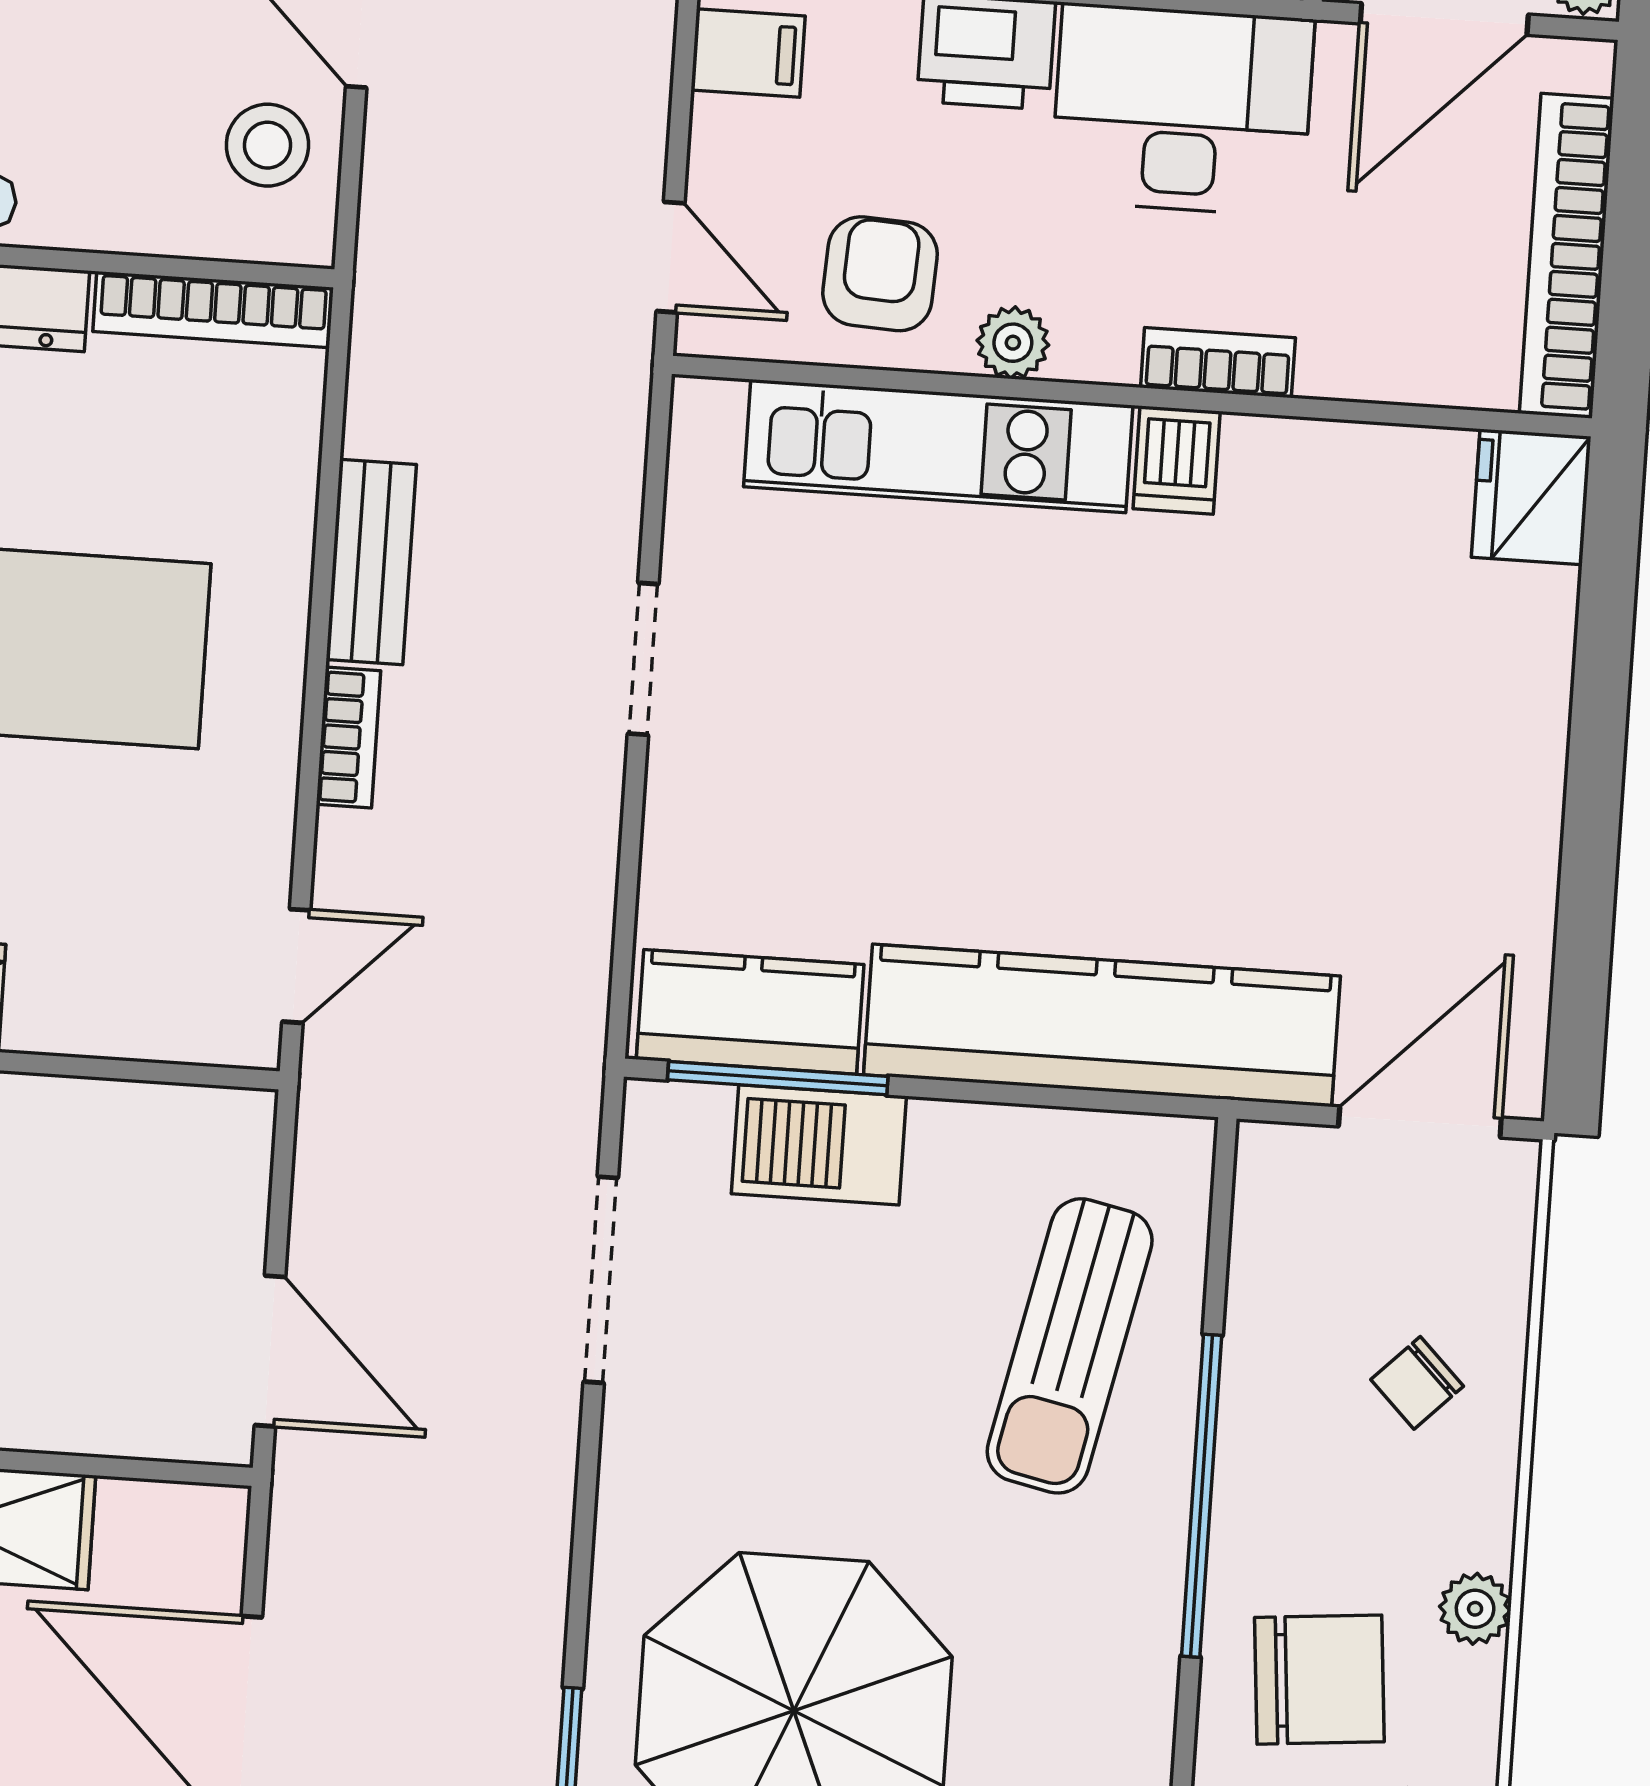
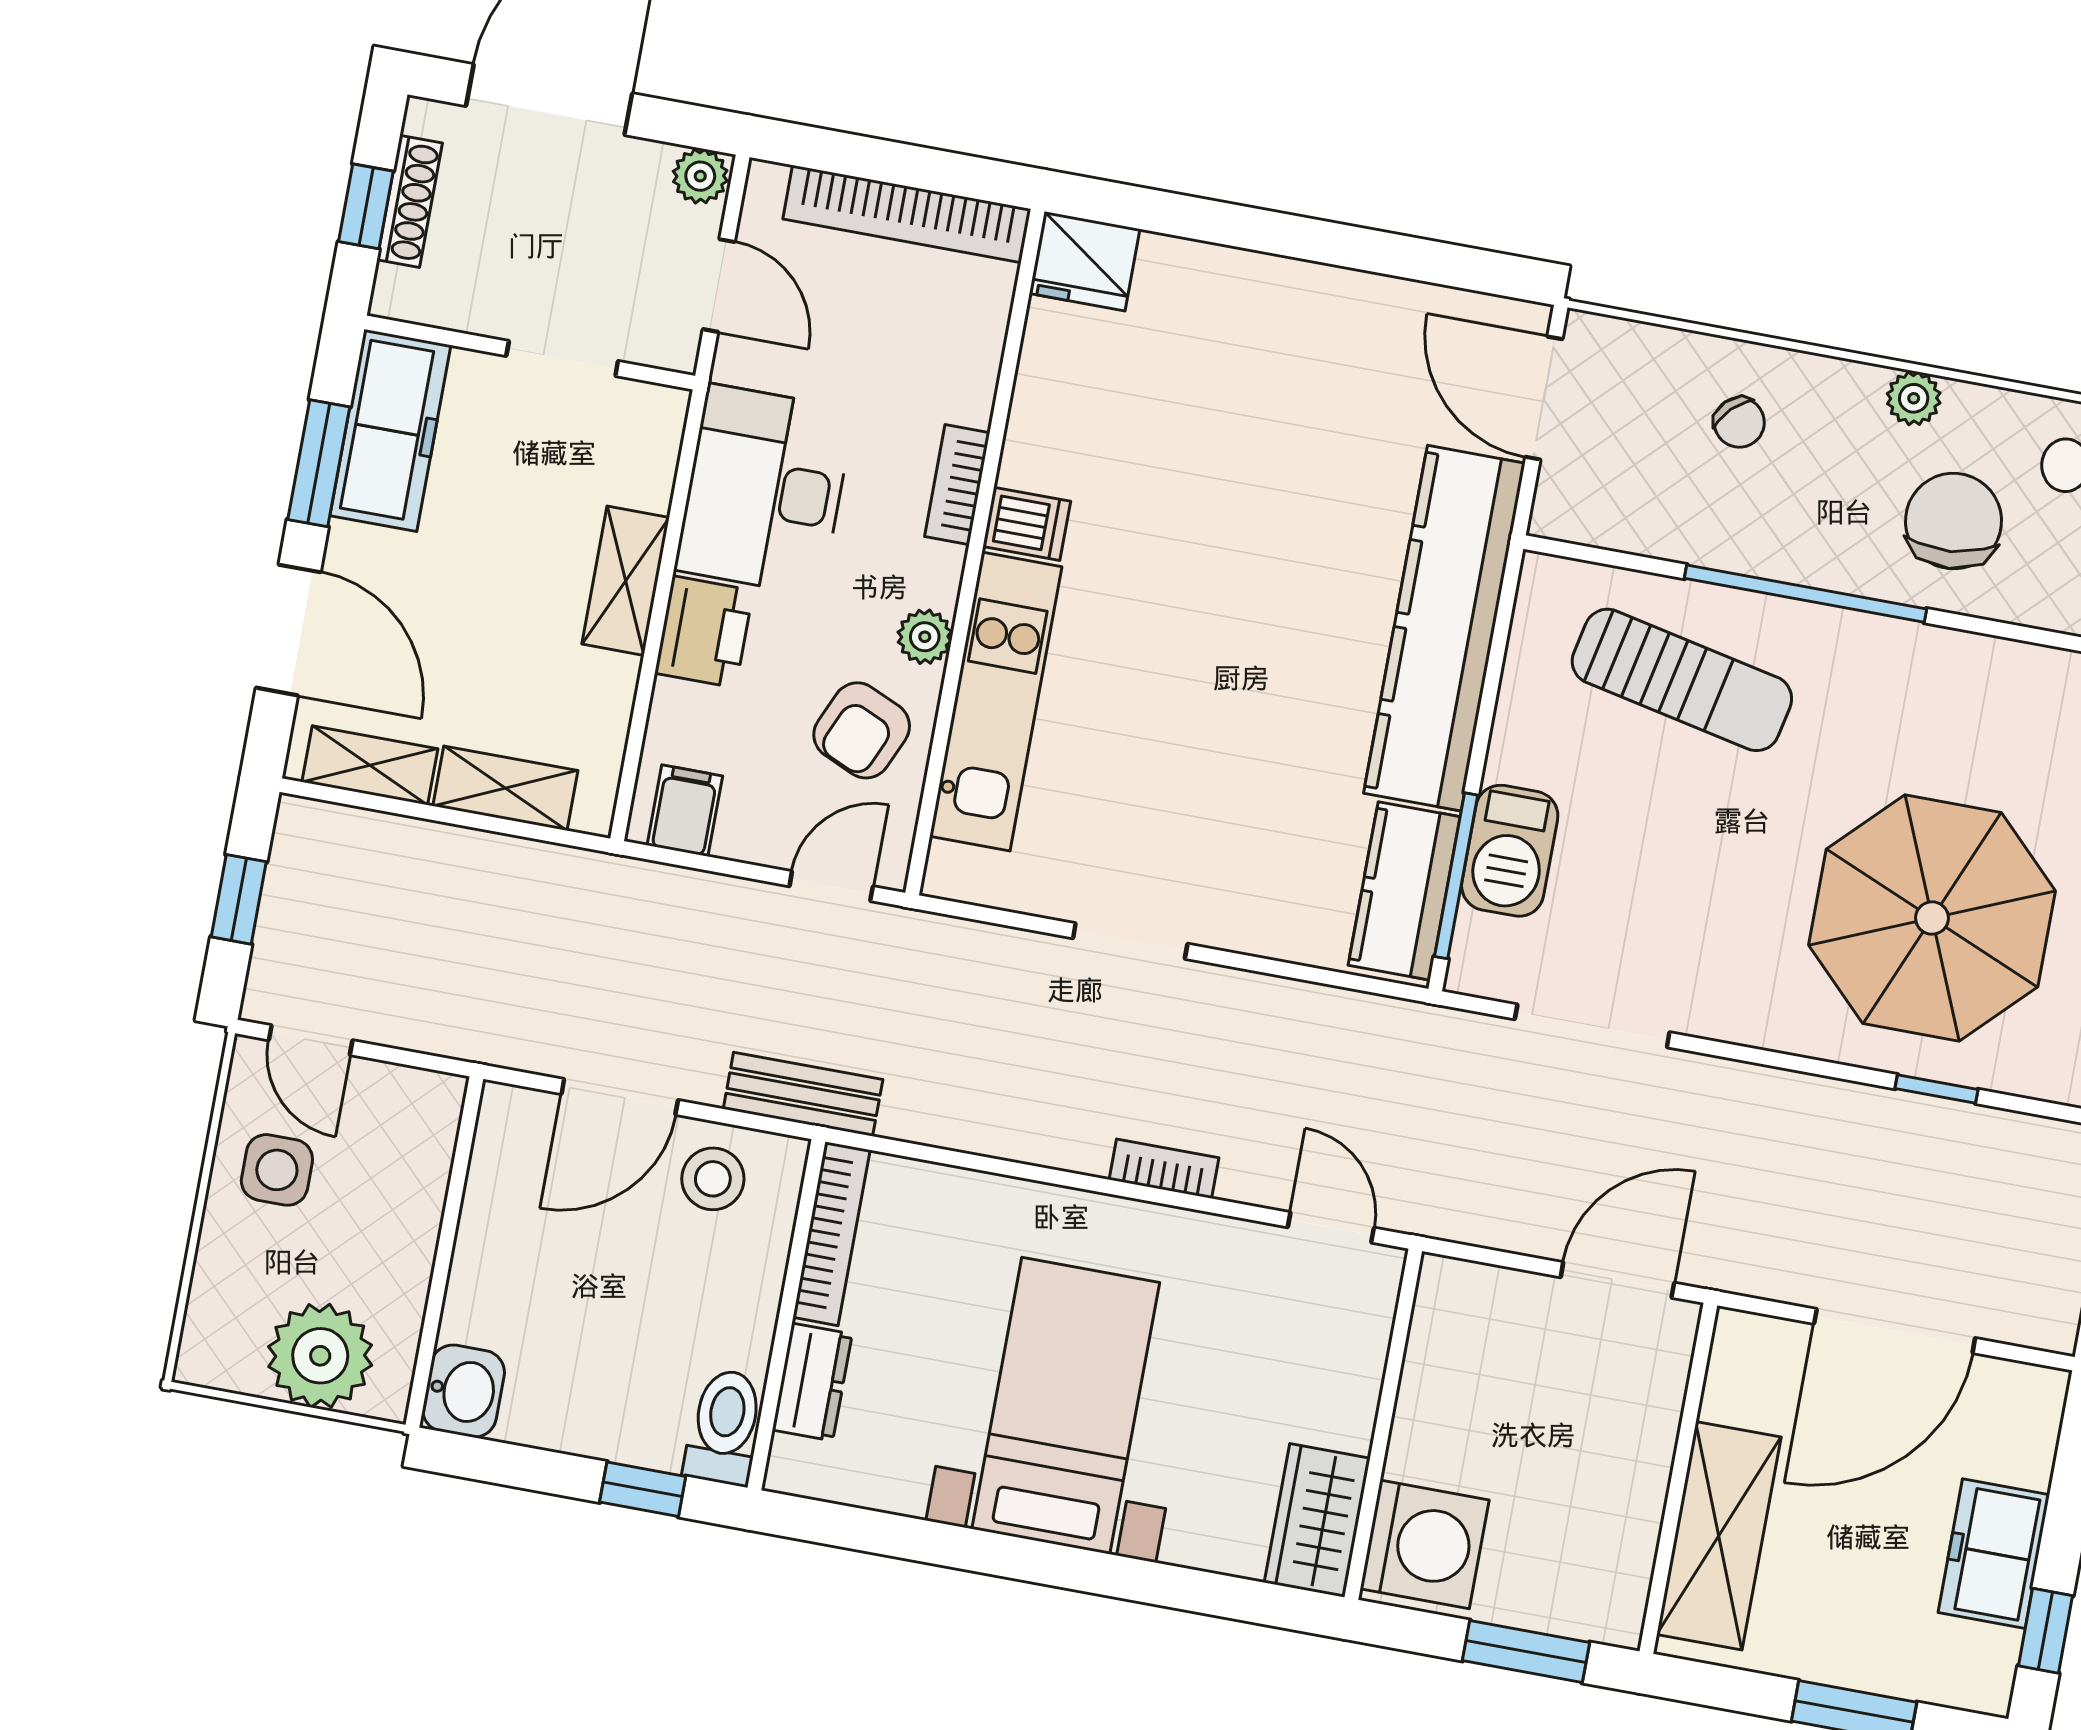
door: (1444, 19) -> (719, 286), width x0.73
armchair: (880, 274) -> (862, 730), turned -69
bench: (371, 562) -> (803, 1094), moved

